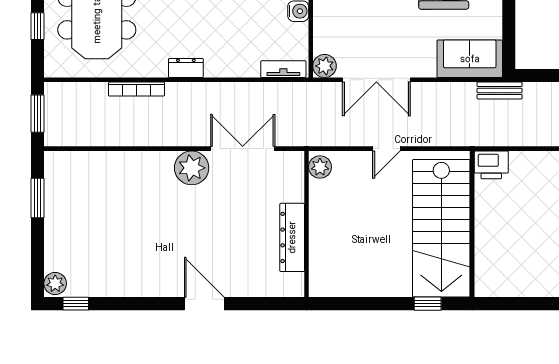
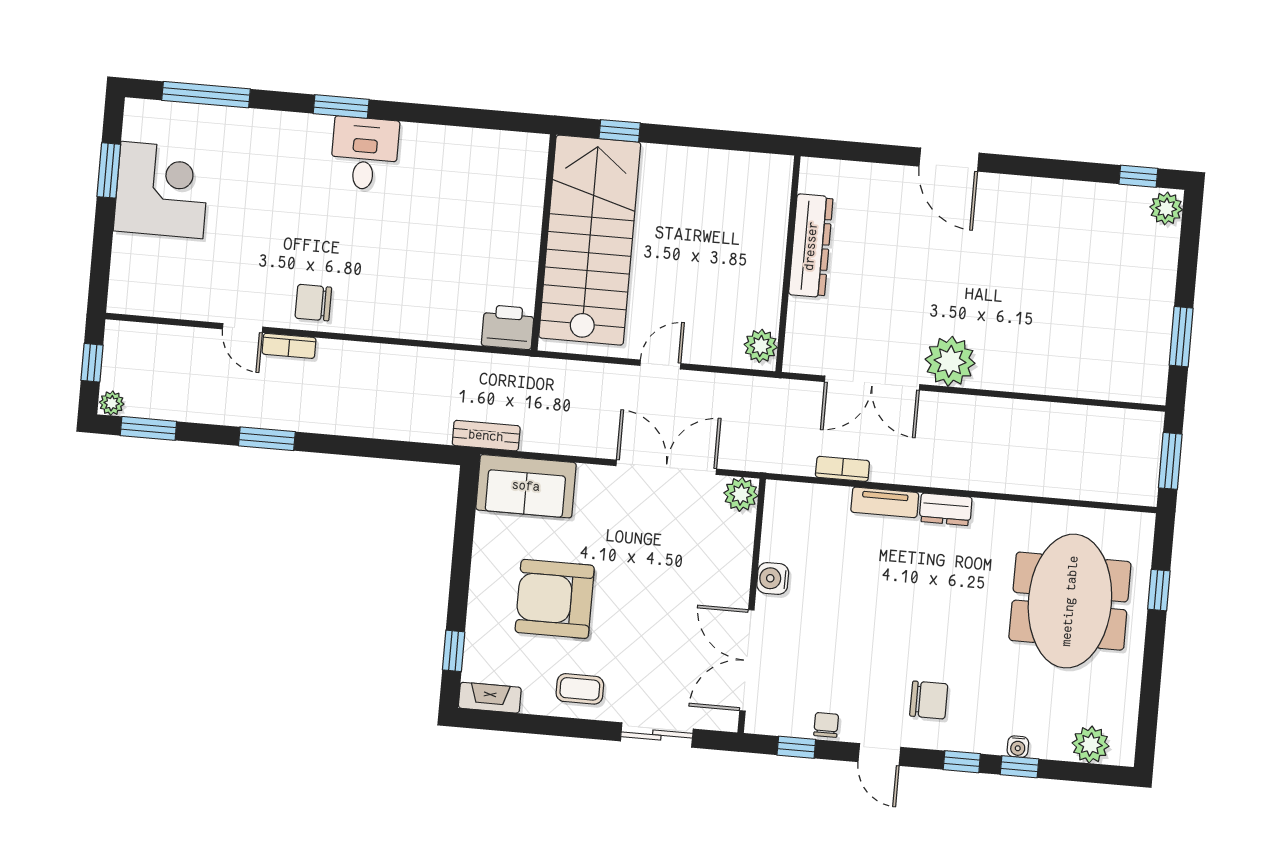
tv unit: (283, 69) -> (885, 502), moved
bookcase: (137, 89) -> (842, 469), moved, width x0.64

